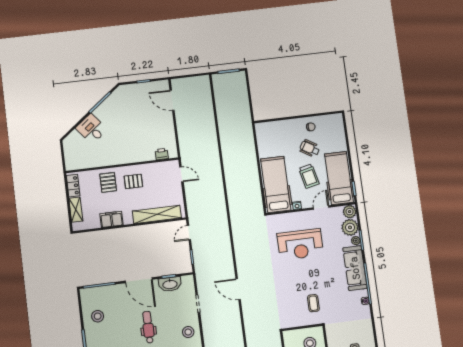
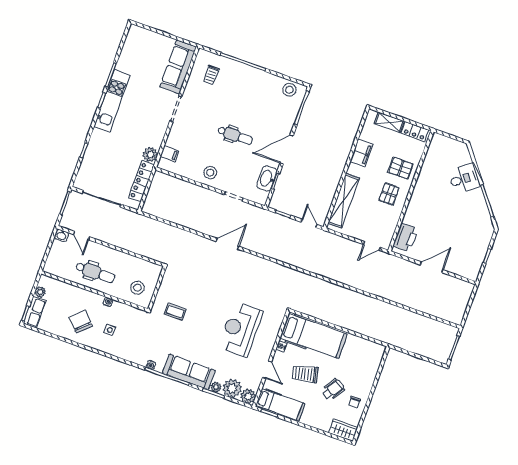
door: (172, 100) -> (432, 267), moved
wardrobe: (337, 125) -> (343, 430), added
printer: (162, 154) -> (405, 237), width x1.87, depth x1.48
hospital bed: (339, 178) -> (280, 405), width x0.73, depth x0.78
stool: (98, 316) -> (289, 90), moved

